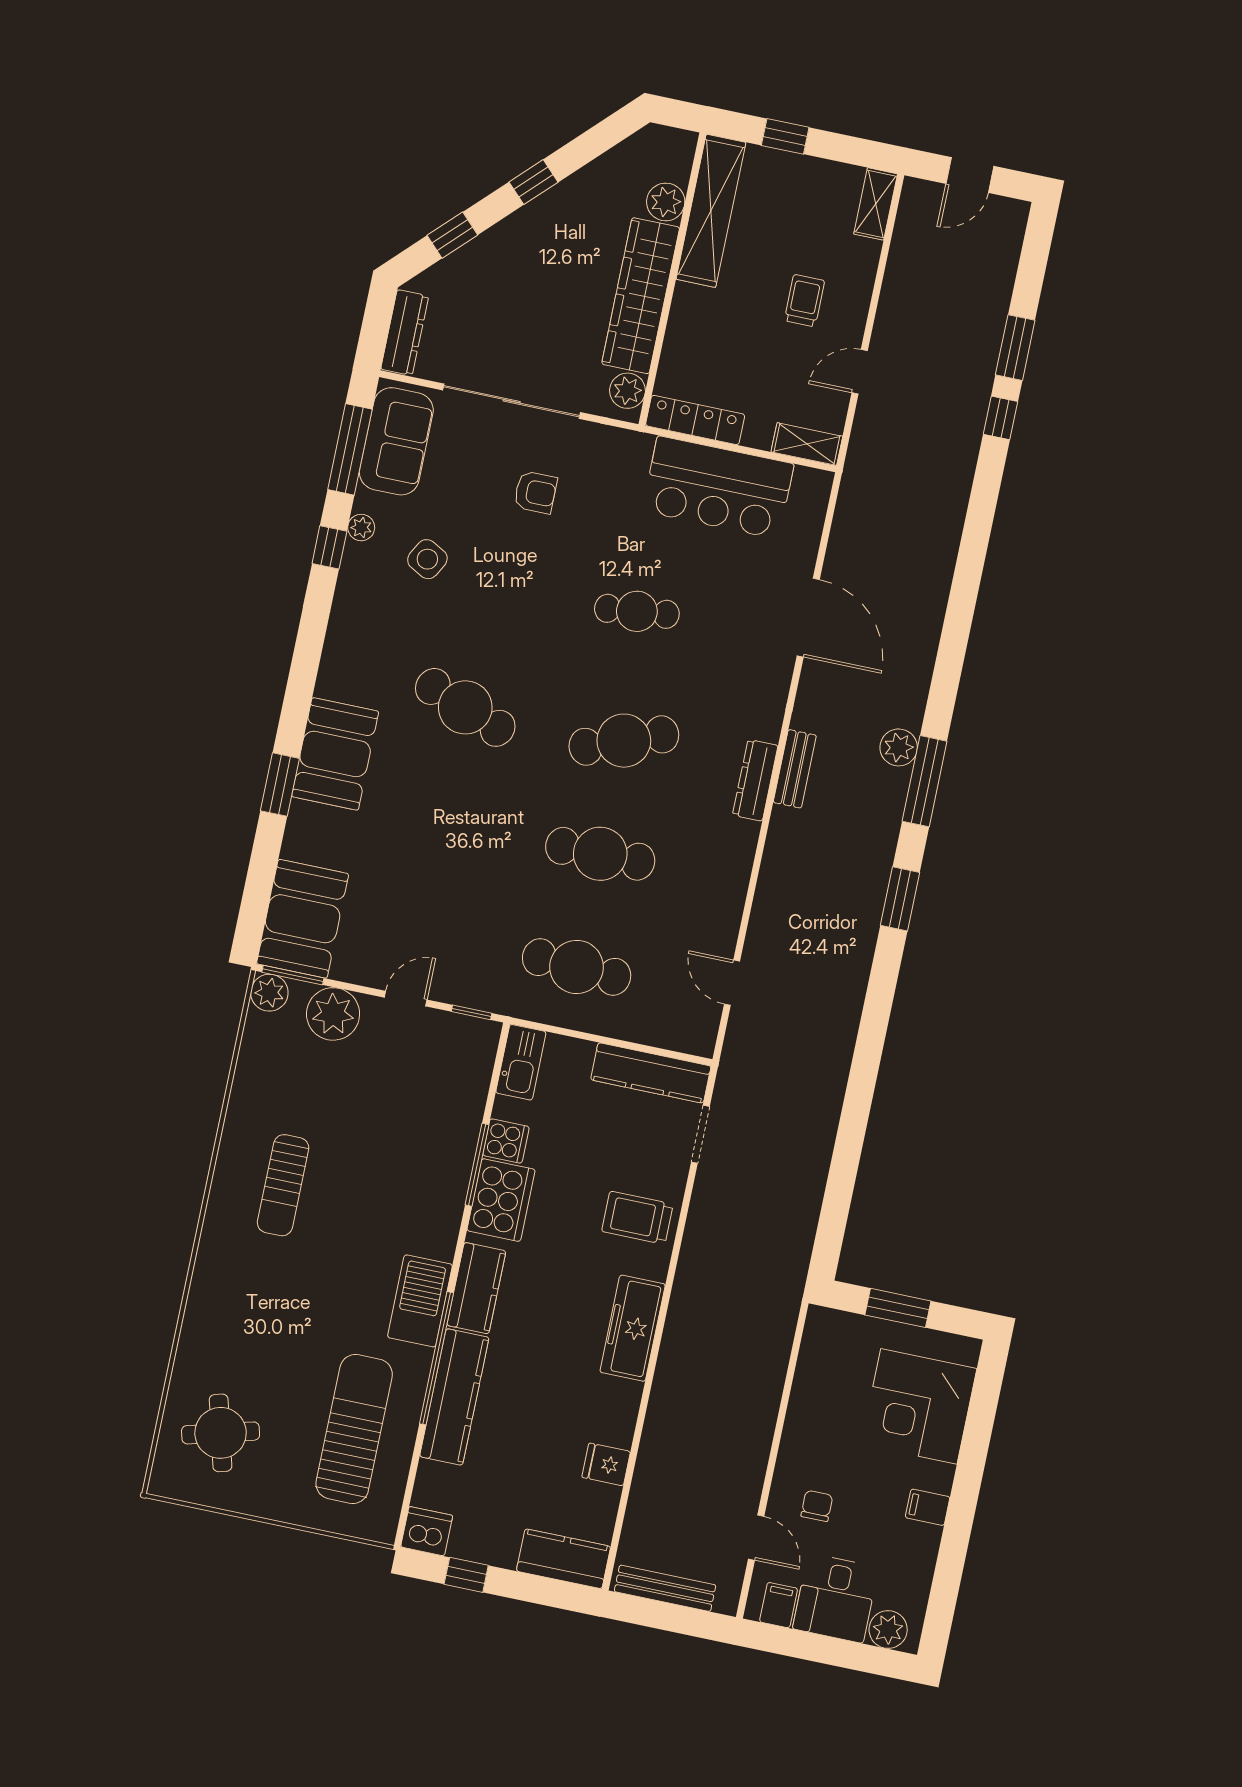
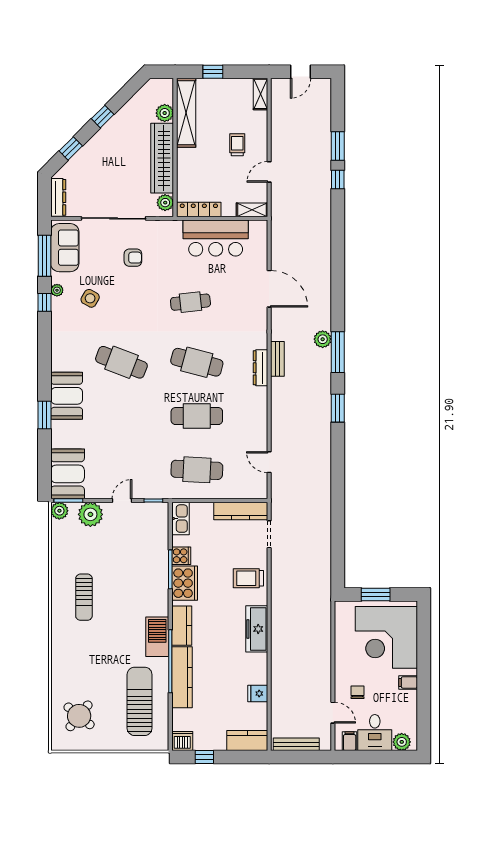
cafe table: (624, 741) -> (197, 362), turned 36
corner desk: (919, 1406) -> (386, 637), width x1.36, depth x1.36
round table: (221, 1433) -> (79, 716), turned -36

